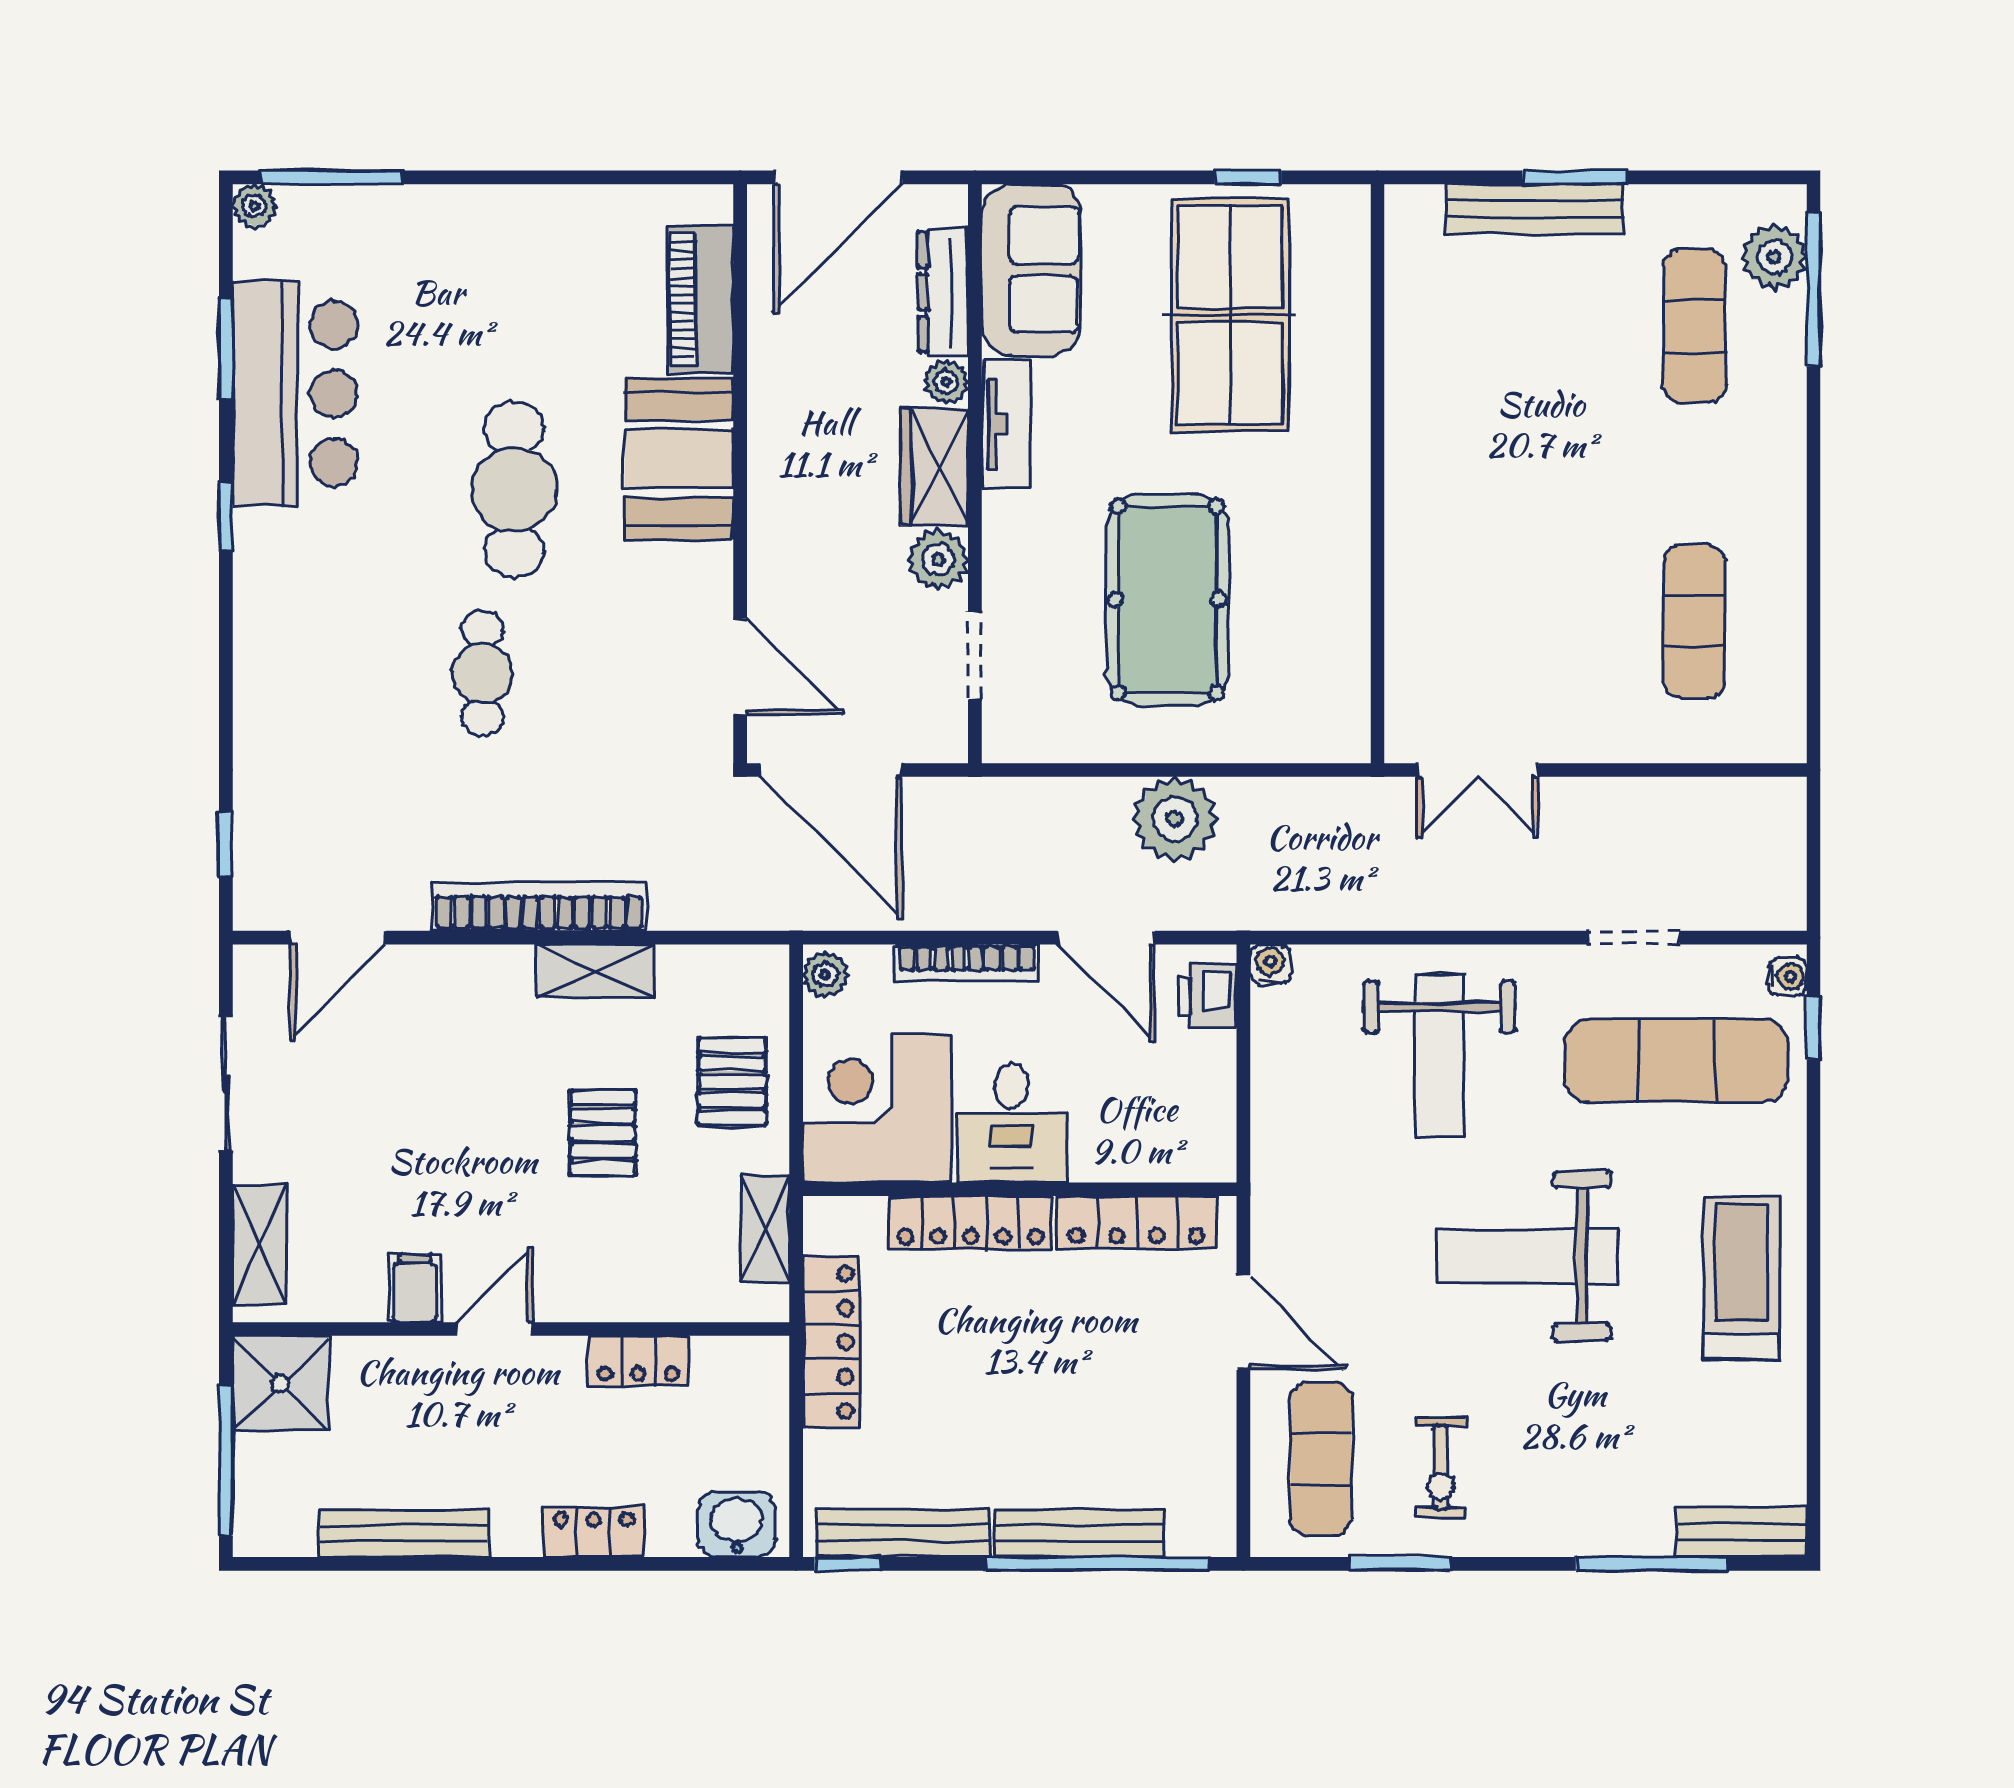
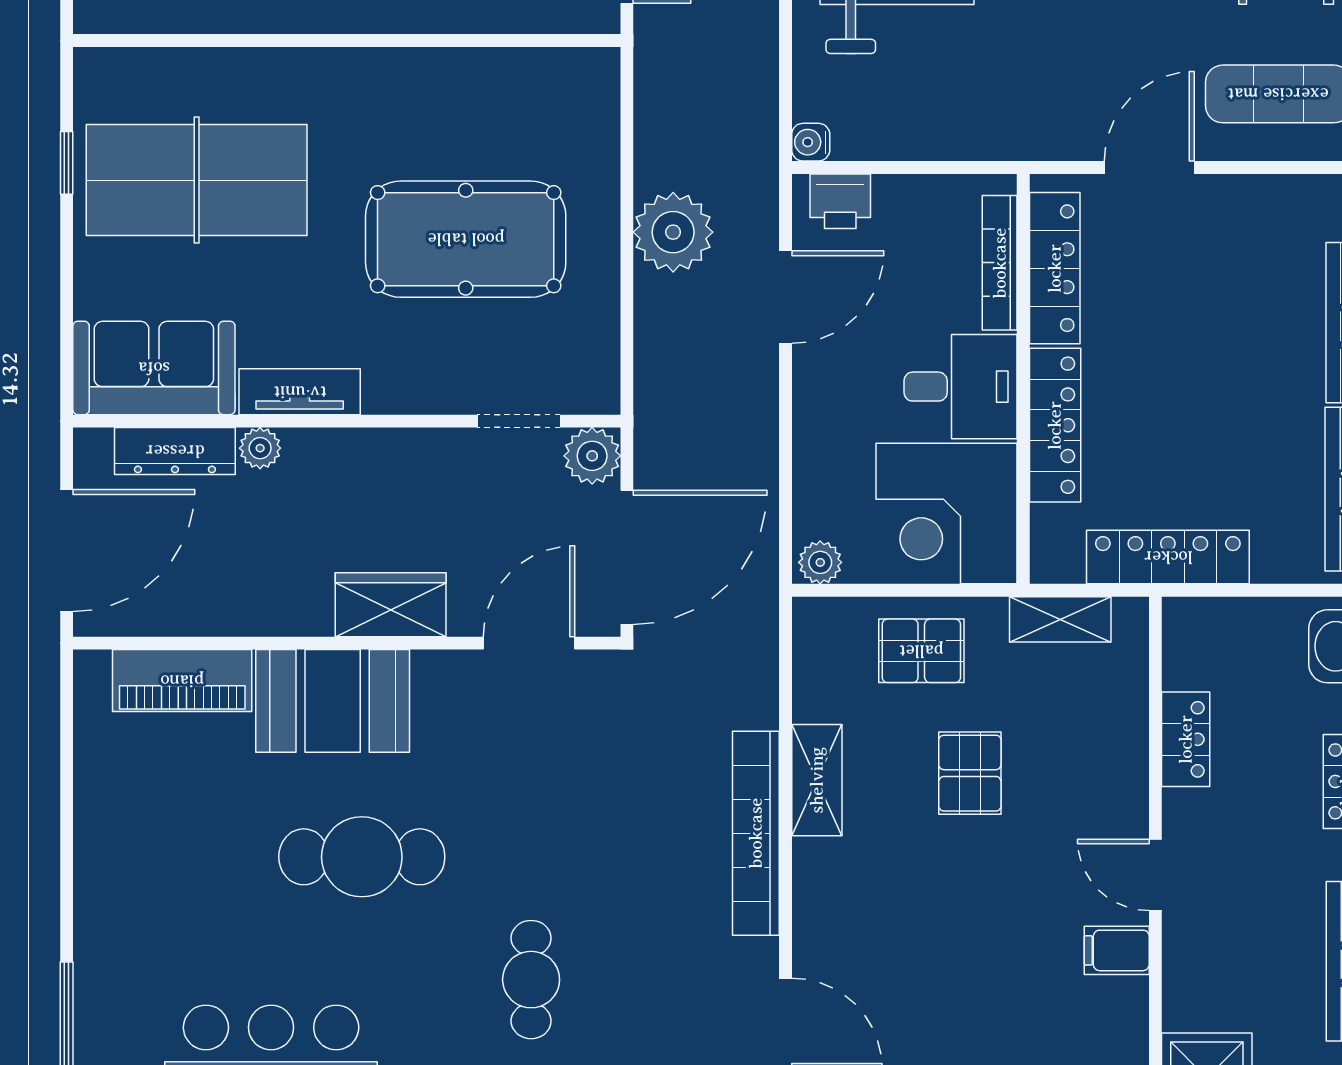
door: (838, 177) -> (67, 550), hinge flipped
wardrobe: (934, 467) -> (391, 605), moved, turned 180
plant: (938, 560) -> (592, 456), moved
cafe table: (482, 673) -> (531, 980), moved, turned 90
bookcase: (967, 963) -> (1000, 263), moved, turned 180
pallet: (603, 1133) -> (970, 773), turned 90

